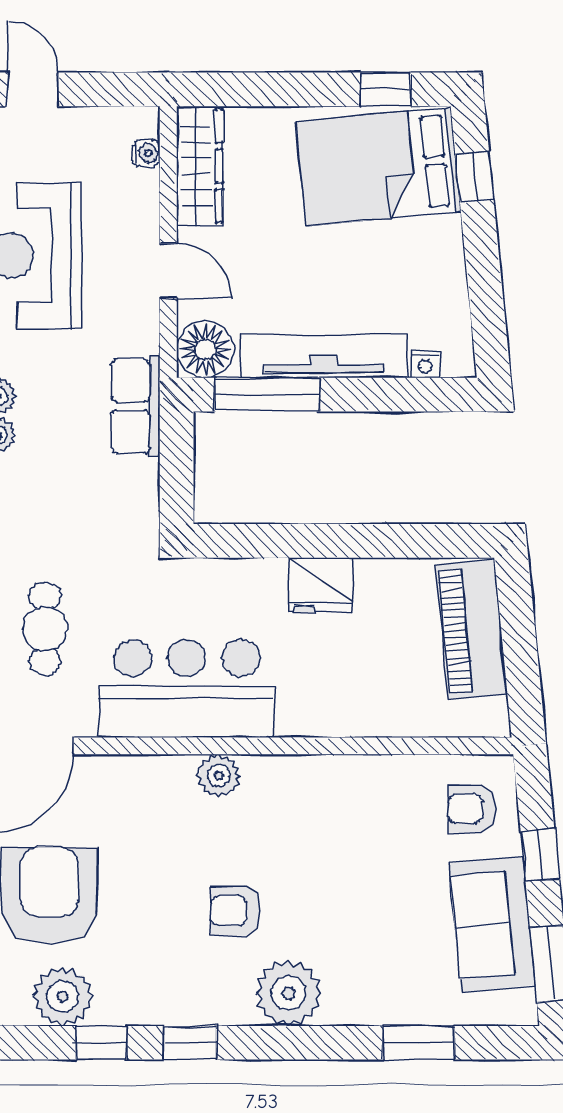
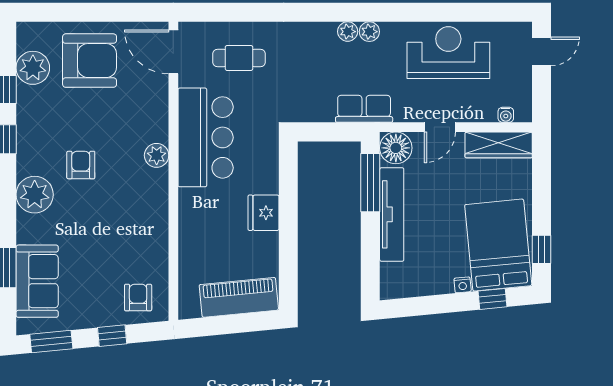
nightstand: (425, 364) -> (463, 285), moved, turned -96
sofa: (492, 924) -> (37, 281), moved, turned 96

